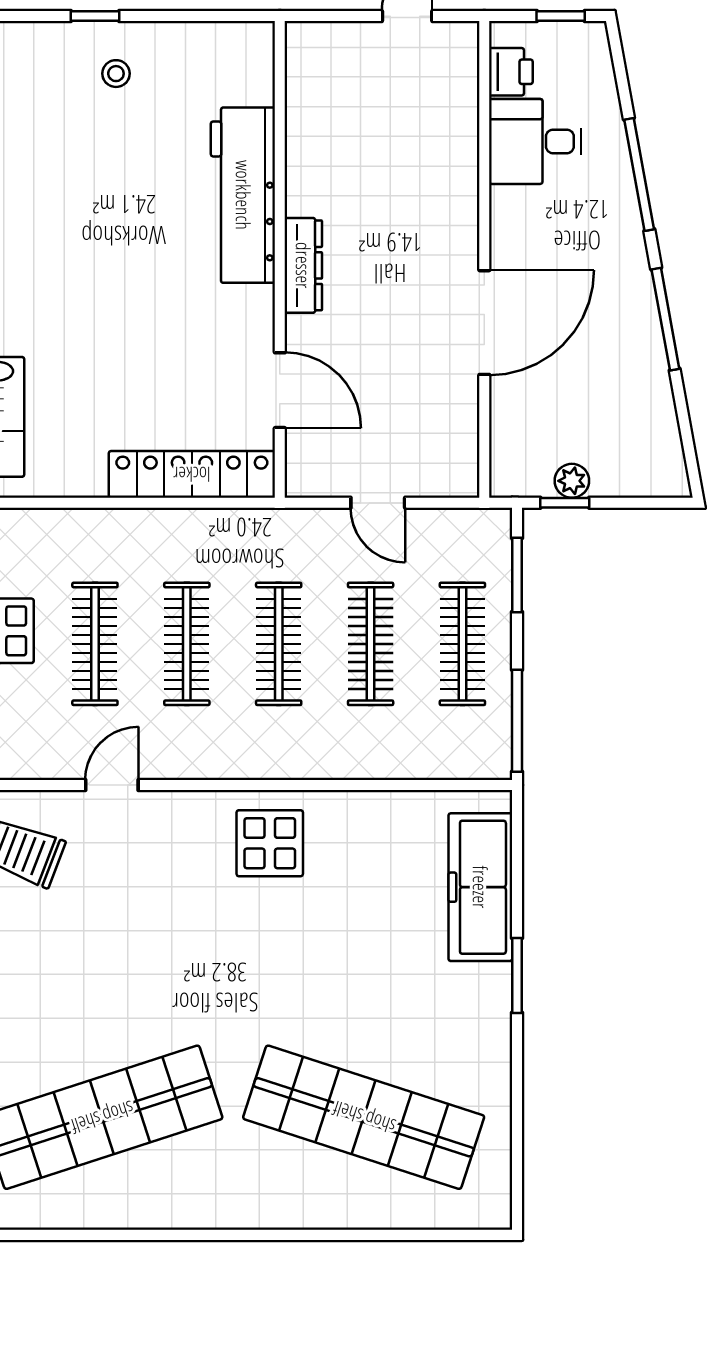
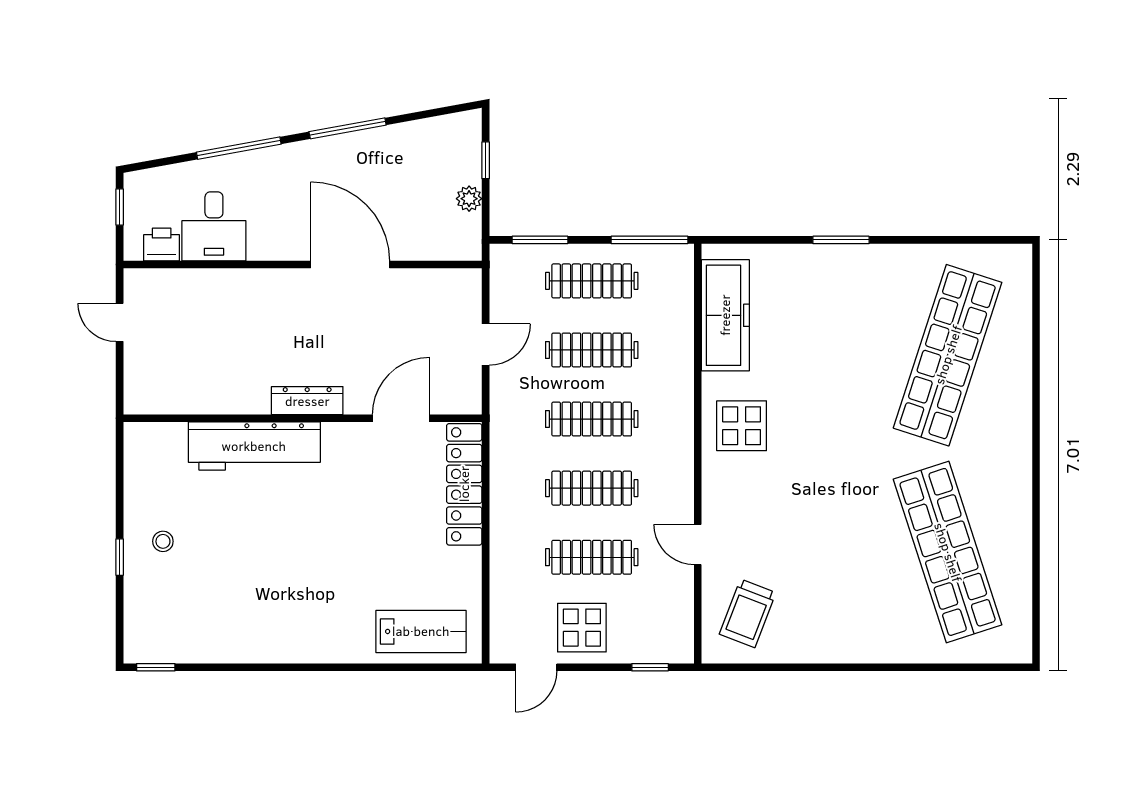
window: (565, 503) -> (486, 160), moved
freezer: (480, 887) -> (725, 315), moved, turned -90

